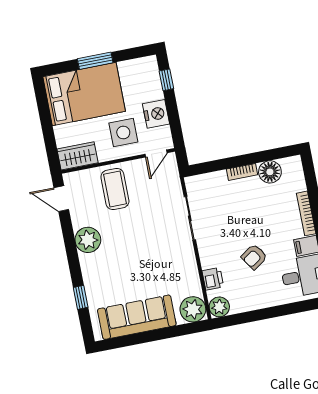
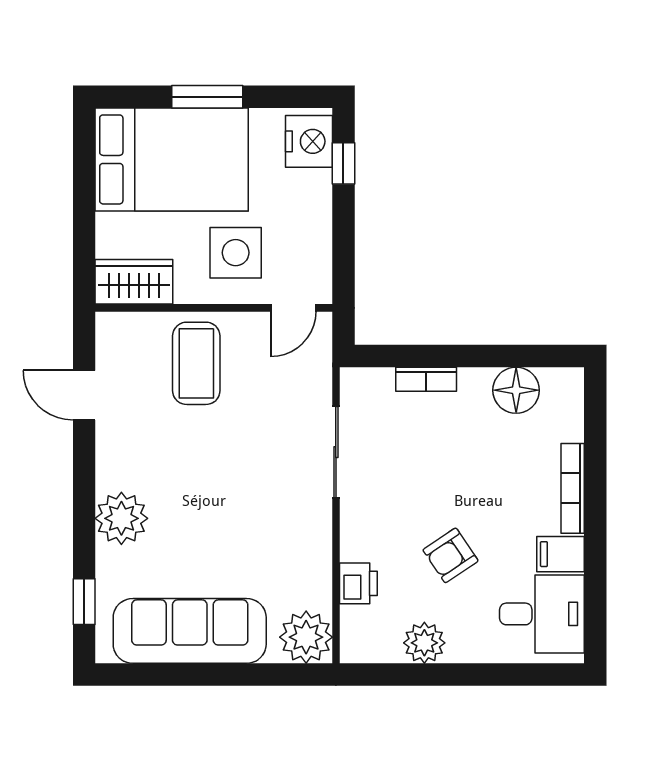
nightstand: (156, 114) -> (309, 141), moved
bookcase: (242, 172) -> (426, 379), moved
door: (61, 199) -> (84, 395), moved
plant: (88, 240) -> (121, 518), moved
window: (81, 297) -> (84, 602), moved
plant: (219, 307) -> (424, 643), moved

